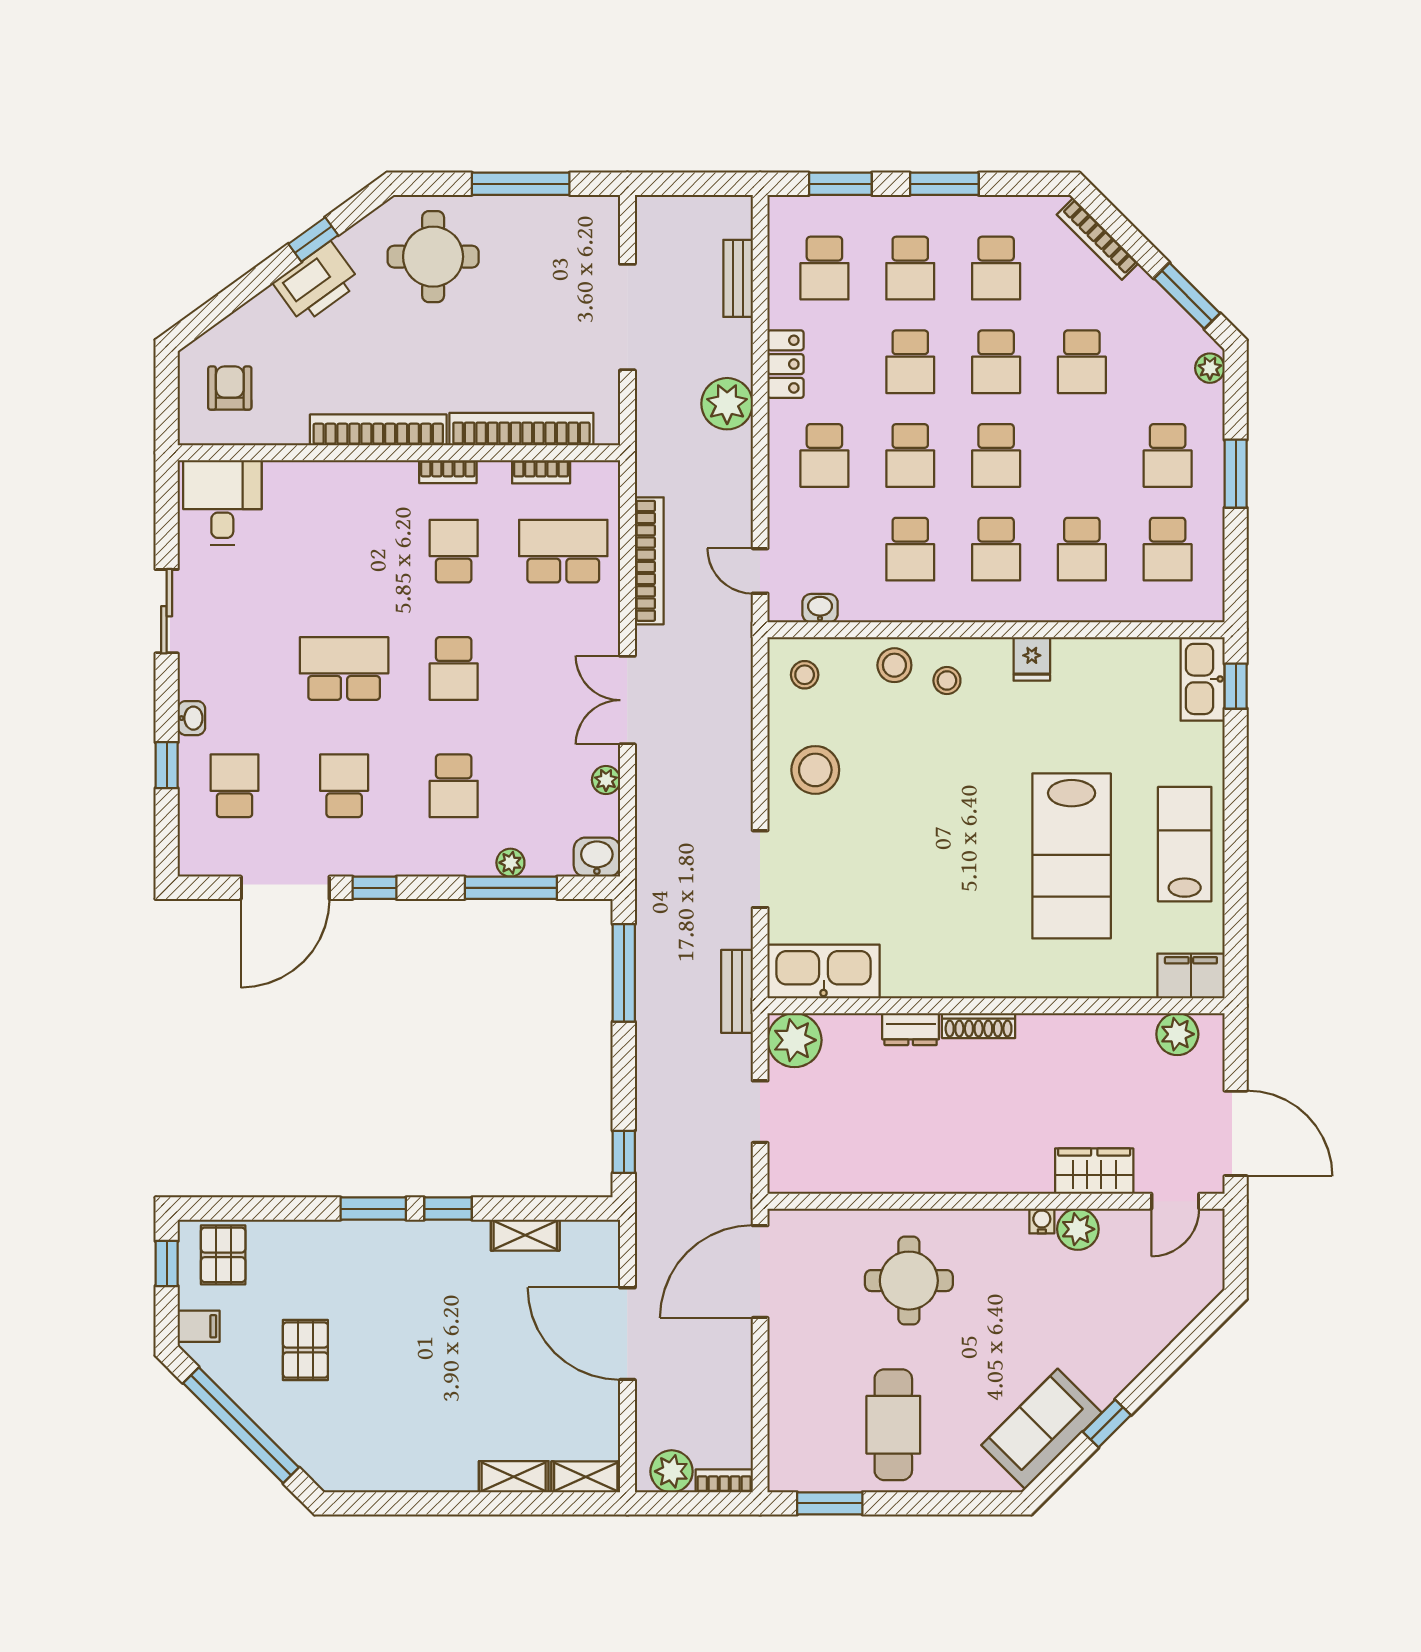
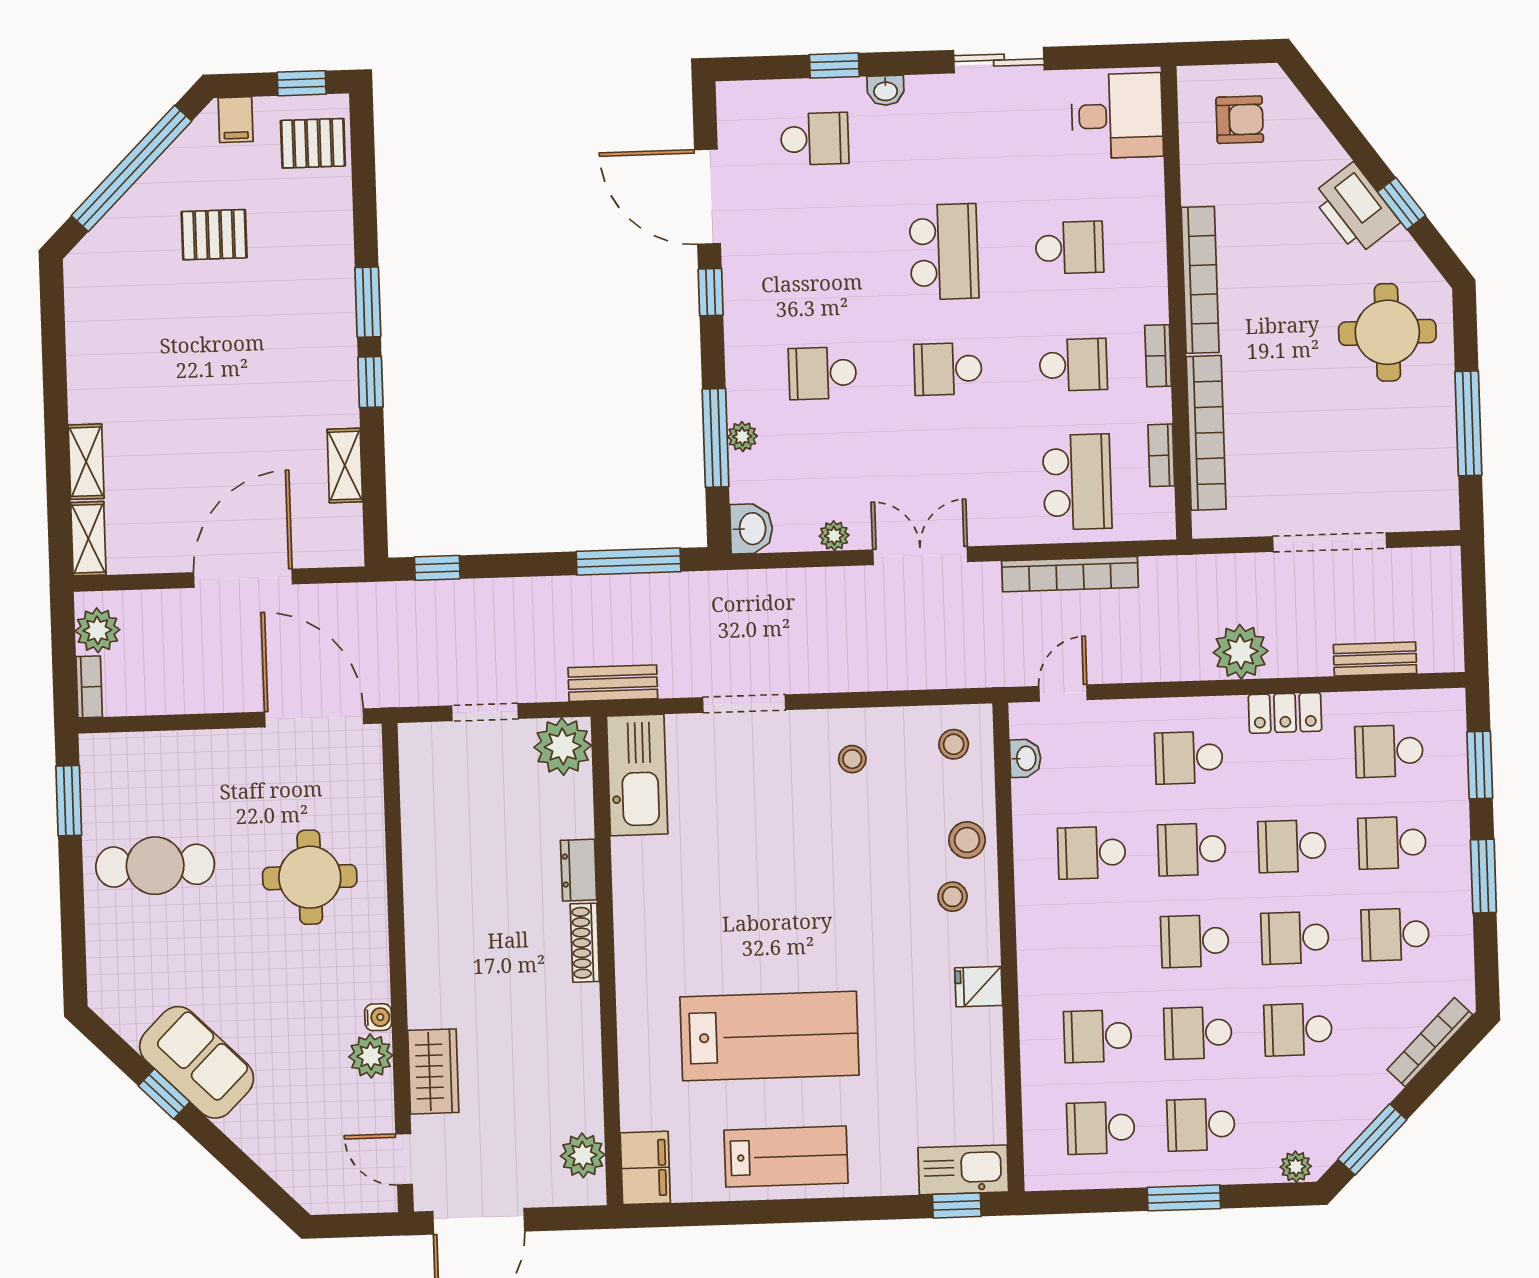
school desk: (996, 549) -> (1198, 1033), moved
stool: (815, 770) -> (852, 759), width x0.53, depth x0.53
school desk: (344, 786) -> (1069, 248), moved
lab bench: (1072, 856) -> (769, 1036), turned 180
sofa: (1042, 1429) -> (197, 1062), moved

